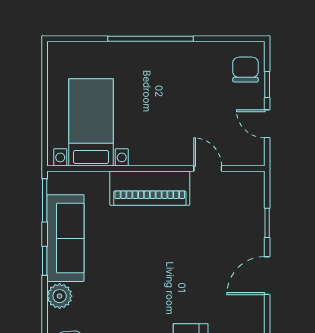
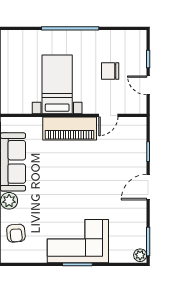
chair: (245, 70) -> (110, 71), moved, turned -90
bed with nightstands: (91, 122) -> (57, 84), moved
door: (208, 168) -> (108, 115), swing flipped

